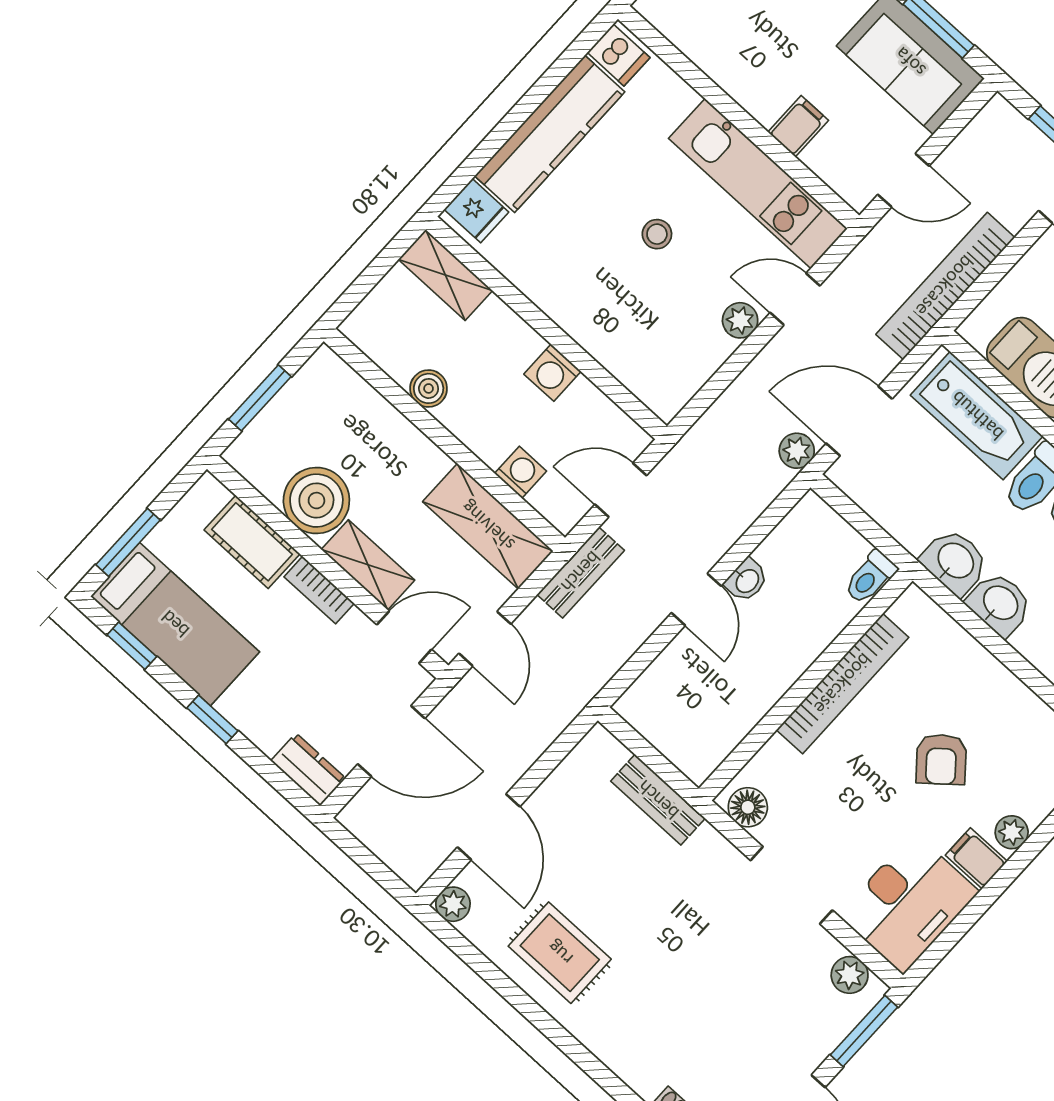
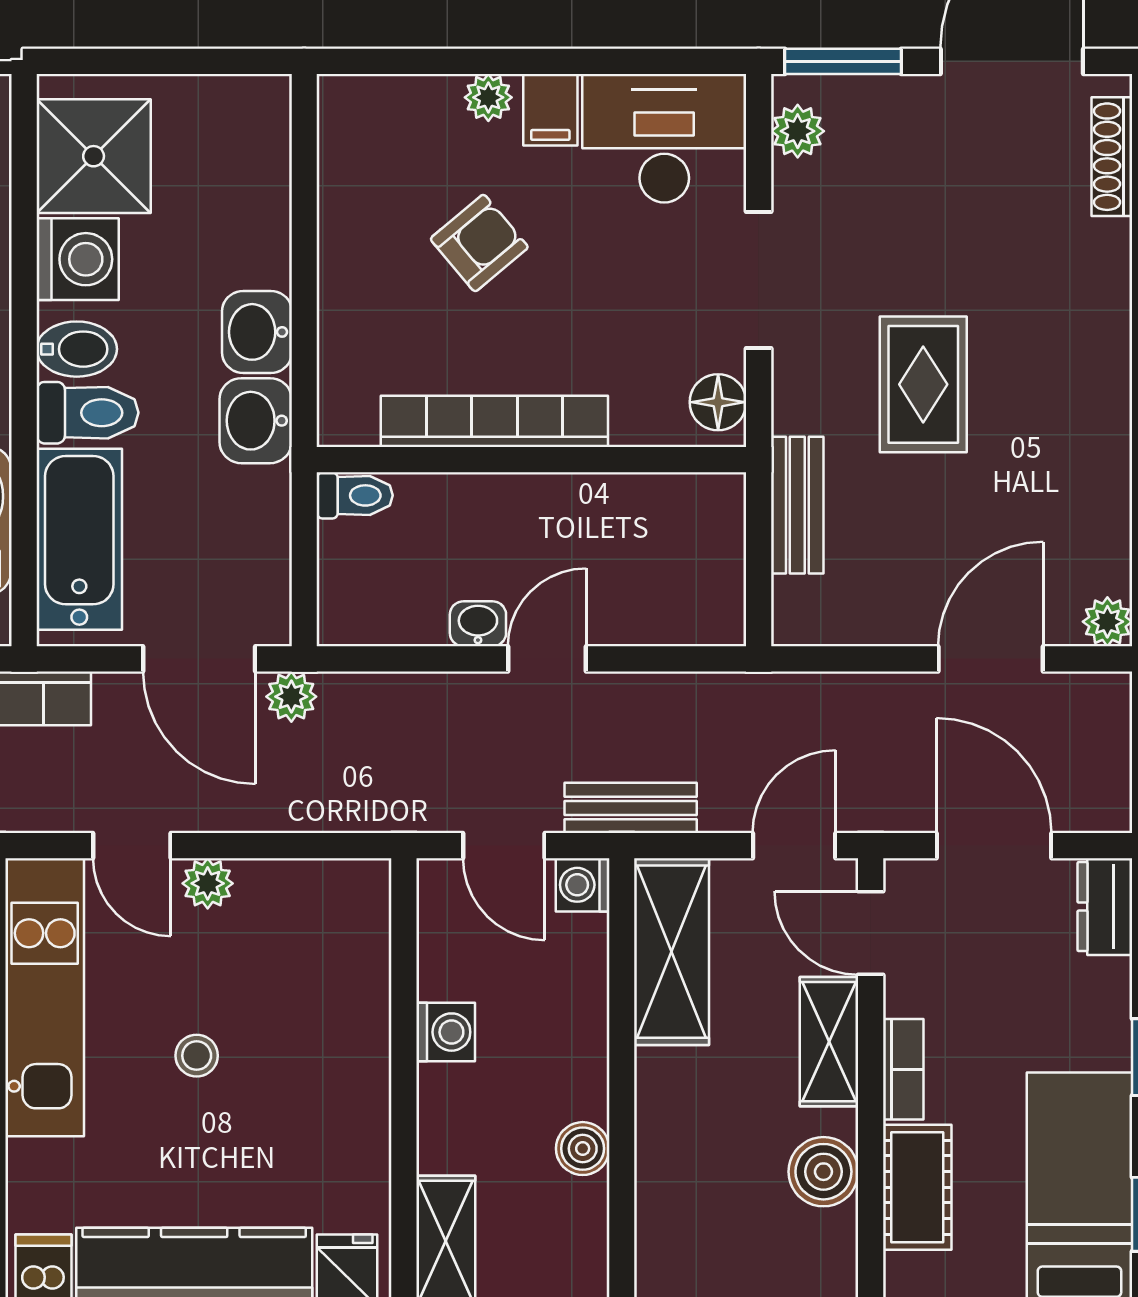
washing machine: (520, 472) -> (583, 885), moved
boiler: (316, 501) -> (823, 1172), width x0.73, depth x0.73
rug: (560, 953) -> (923, 384), moved

